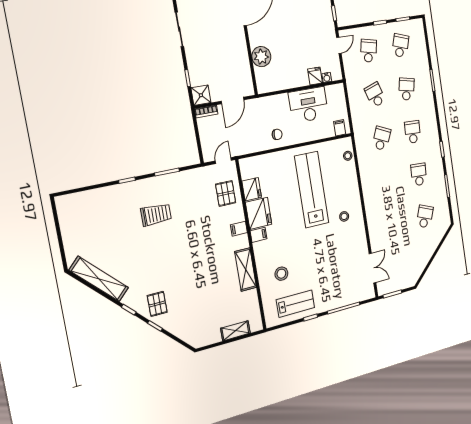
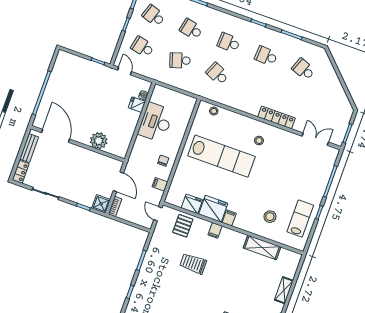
filing cabinet: (340, 128) -> (160, 184), moved
lab bench: (312, 190) -> (222, 156), turned 180
pallet: (226, 193) -> (183, 226), turned 90
trolley: (156, 214) -> (193, 264), moved, turned -90
locker: (373, 219) -> (277, 118), added
shelving: (246, 269) -> (262, 247), moved
shelving: (235, 331) -> (284, 290), moved

